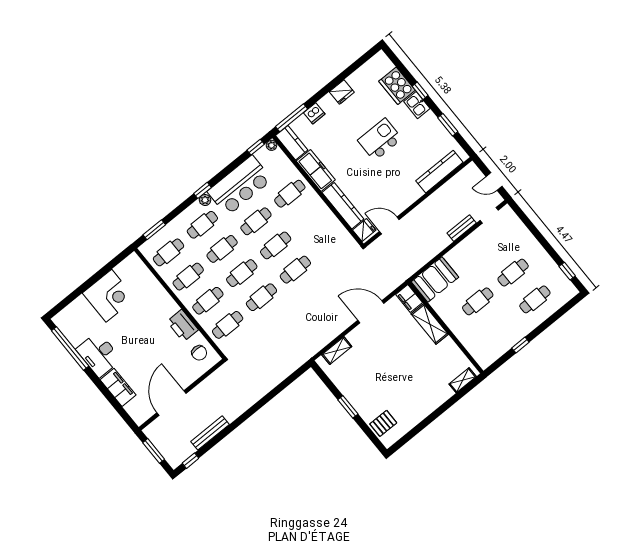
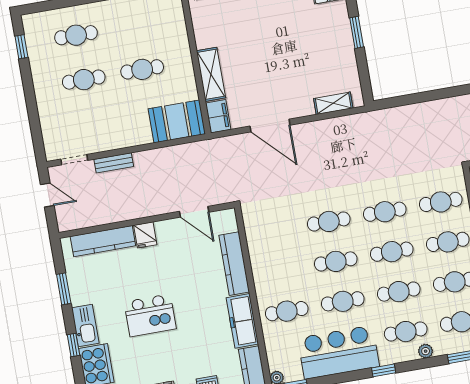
kitchen sink: (417, 105) -> (85, 325), width x1.38
plant: (205, 200) -> (426, 351), moved
fridge: (364, 230) -> (145, 235), moved, turned -90

